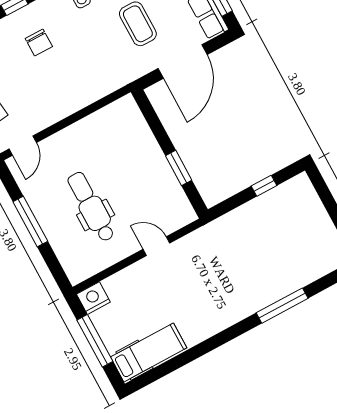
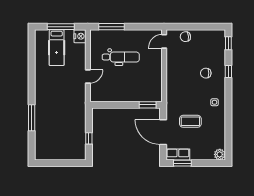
door: (23, 146) -> (164, 41), hinge flipped
window: (179, 168) -> (148, 105), moved
window: (30, 222) -> (111, 27), moved
hospital bed: (149, 352) -> (57, 48), moved

